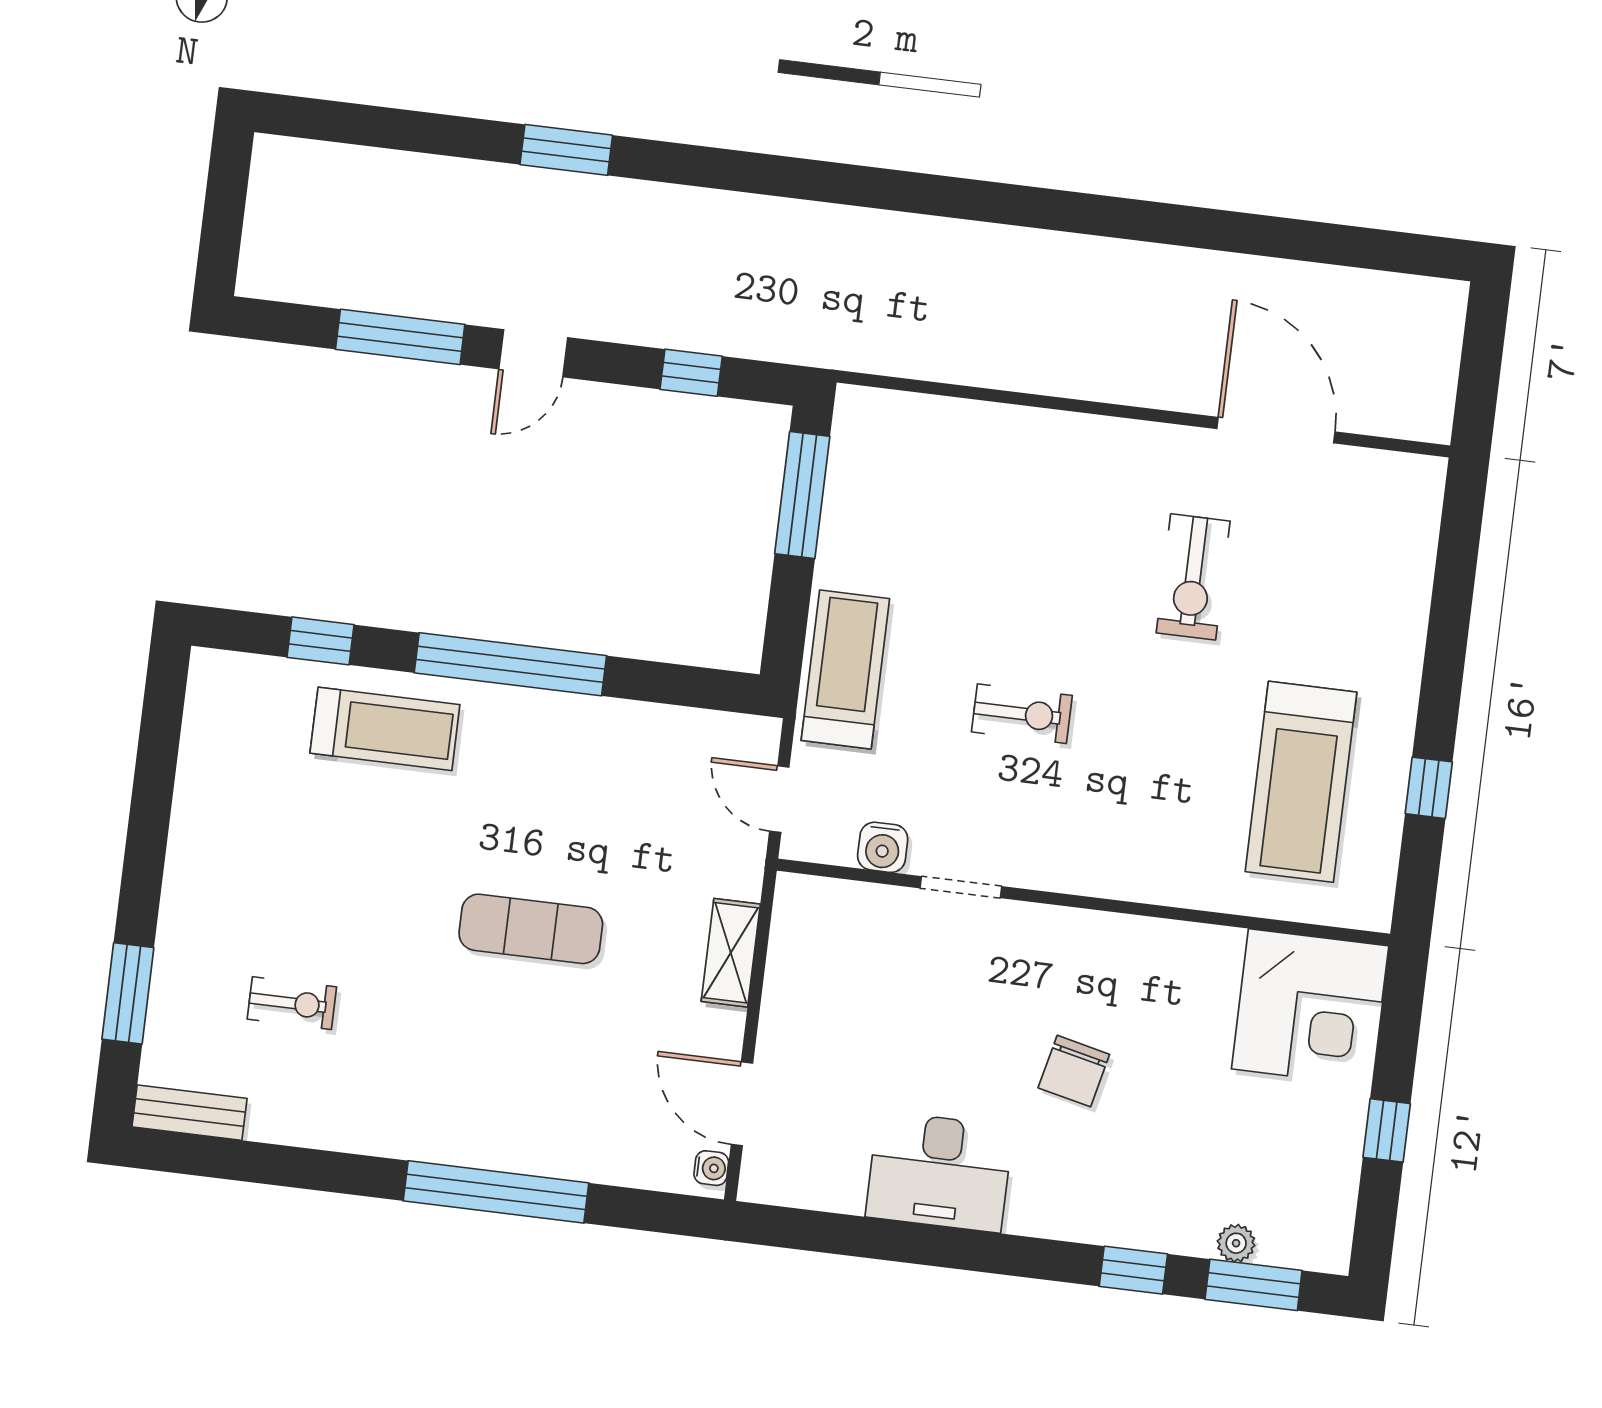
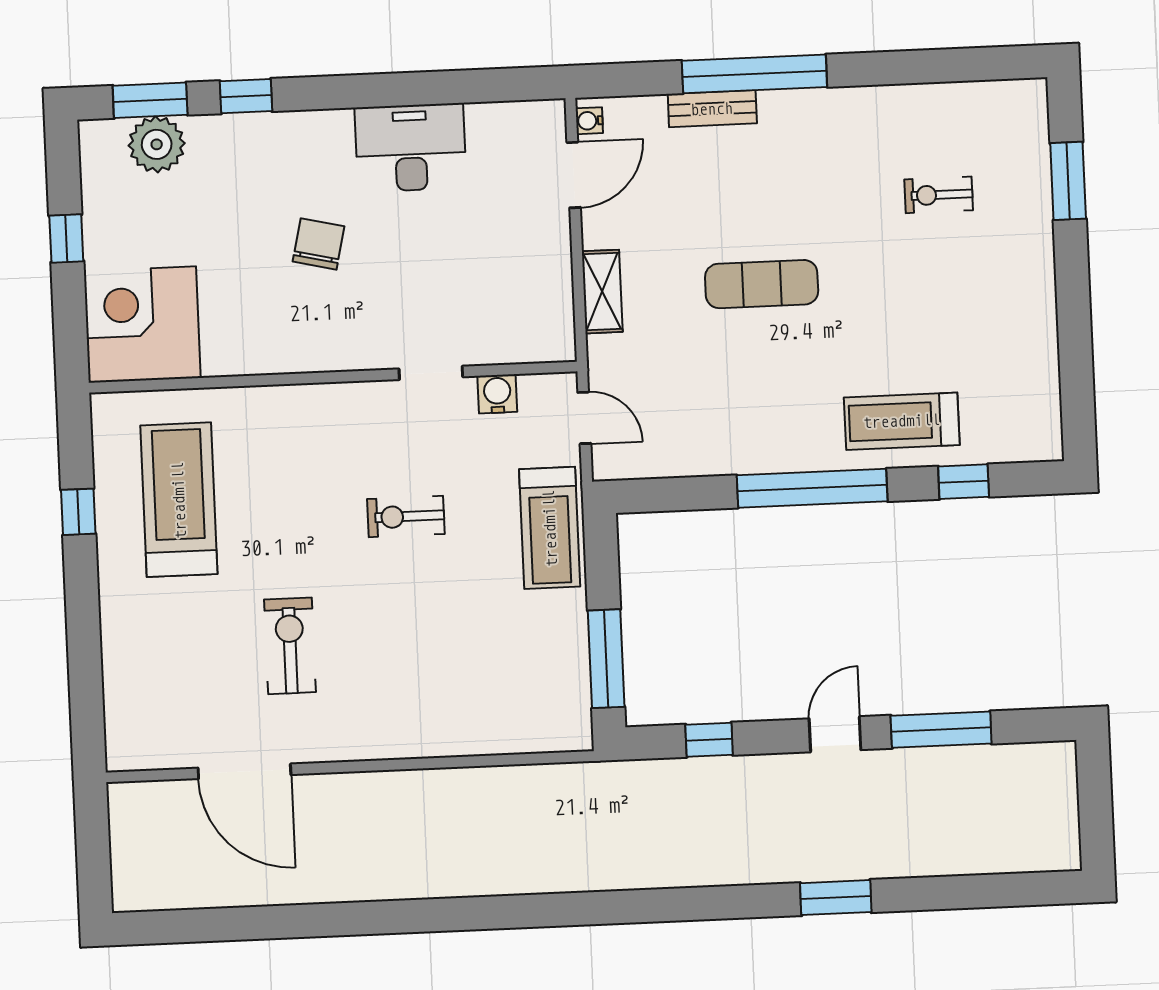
door: (742, 1104) -> (574, 175), hinge flipped
bench: (190, 1113) -> (712, 109), moved
plant: (1236, 1243) -> (157, 144), width x1.88, depth x1.88

